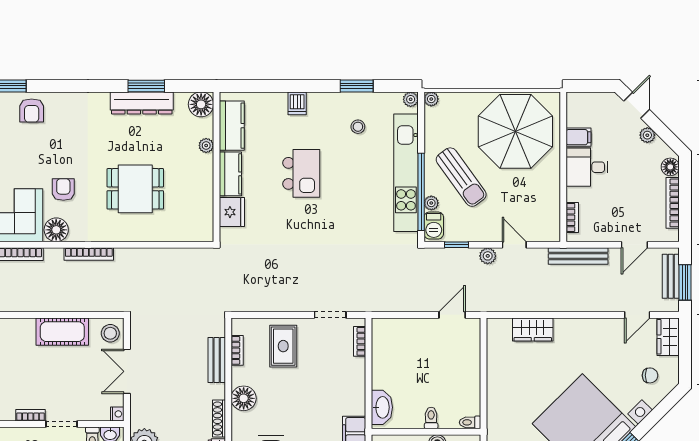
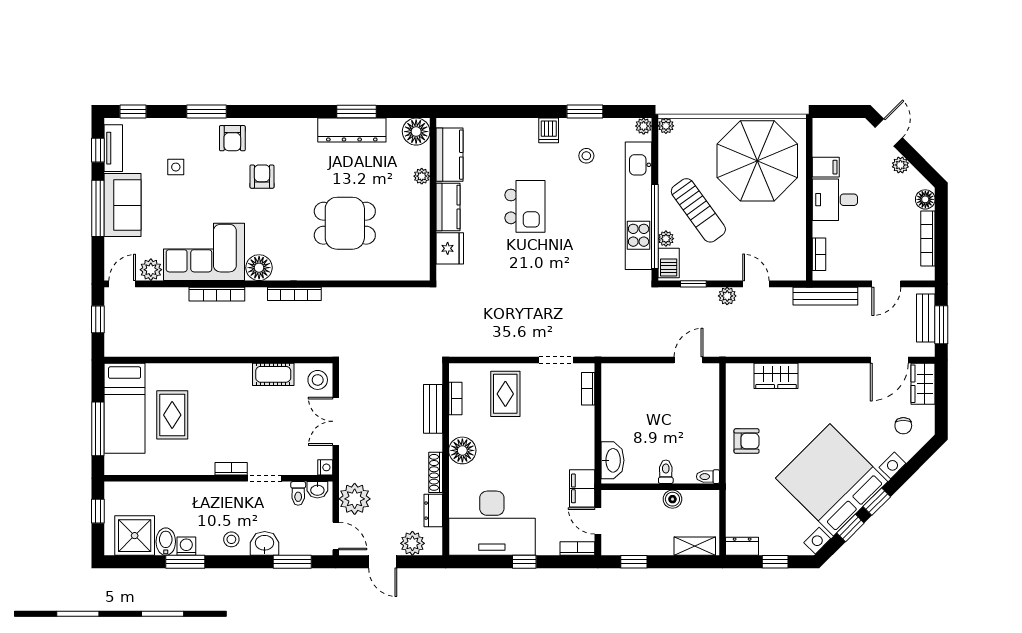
dishwasher: (297, 103) -> (549, 130), moved
armchair: (63, 189) -> (262, 177), moved
door: (637, 315) -> (889, 360), width x1.38
cot: (62, 332) -> (273, 374), width x0.73, depth x0.75
chair: (650, 375) -> (903, 426), turned 90
armchair: (506, 390) -> (747, 441), added

